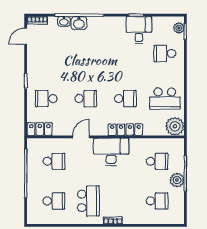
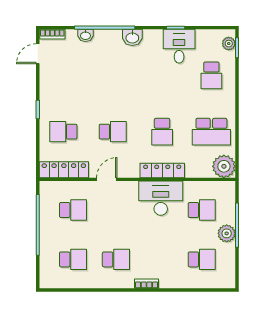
washbasin: (79, 23) -> (132, 37), moved
school desk: (165, 53) -> (211, 75), turned -90
school desk: (125, 99) -> (162, 132), turned 90
locker: (40, 129) -> (64, 170), width x1.53
desk: (111, 152) -> (161, 198), moved
school desk: (88, 201) -> (116, 259), width x0.54

